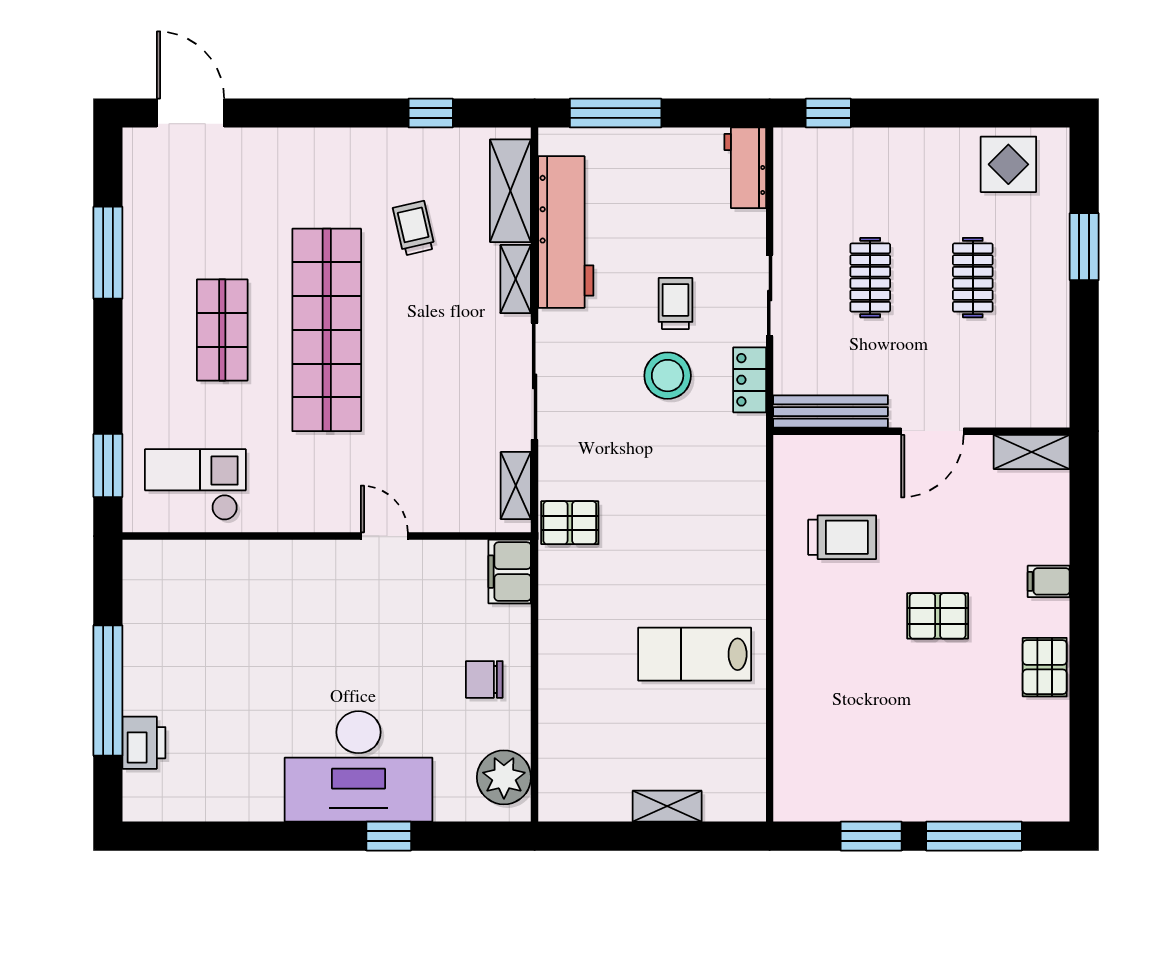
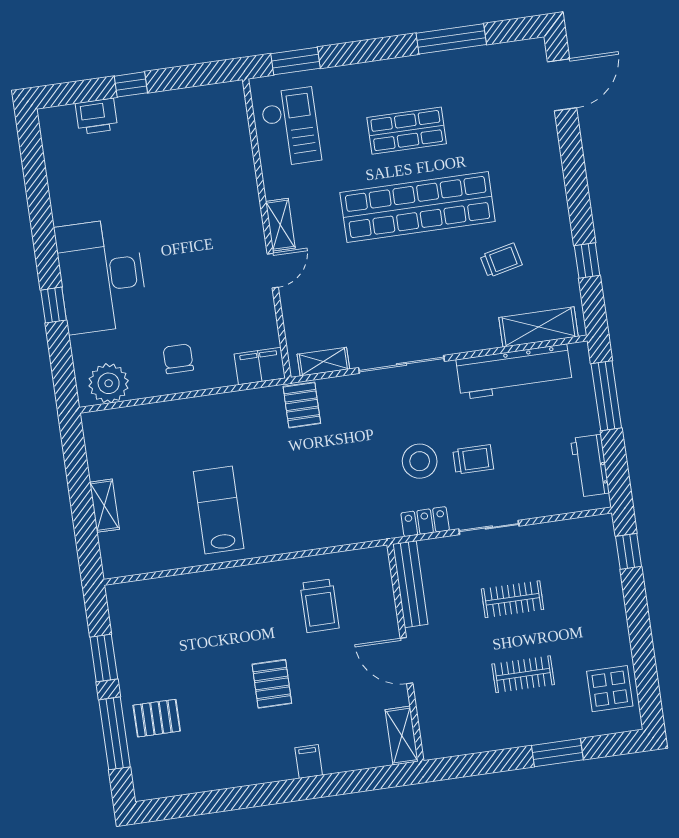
workbench: (745, 168) -> (590, 466), moved, turned -90
shelving: (516, 279) -> (280, 225), moved, turned 90
pallet: (1045, 667) -> (157, 718), moved
window: (108, 690) -> (131, 84), width x0.32

